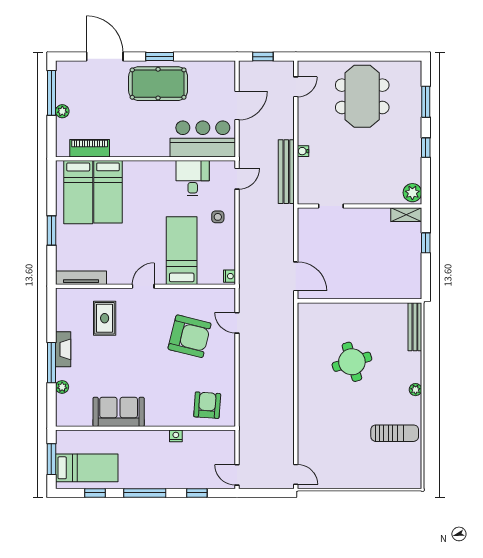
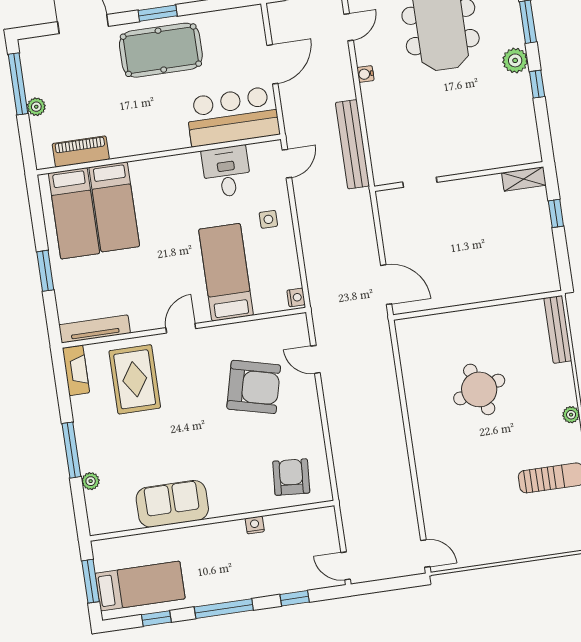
water cooler: (303, 151) -> (365, 74), moved
plant: (412, 193) -> (515, 60), moved
rug: (105, 318) -> (135, 379), width x1.36, depth x1.43
fireplace: (63, 349) -> (76, 370), moved

